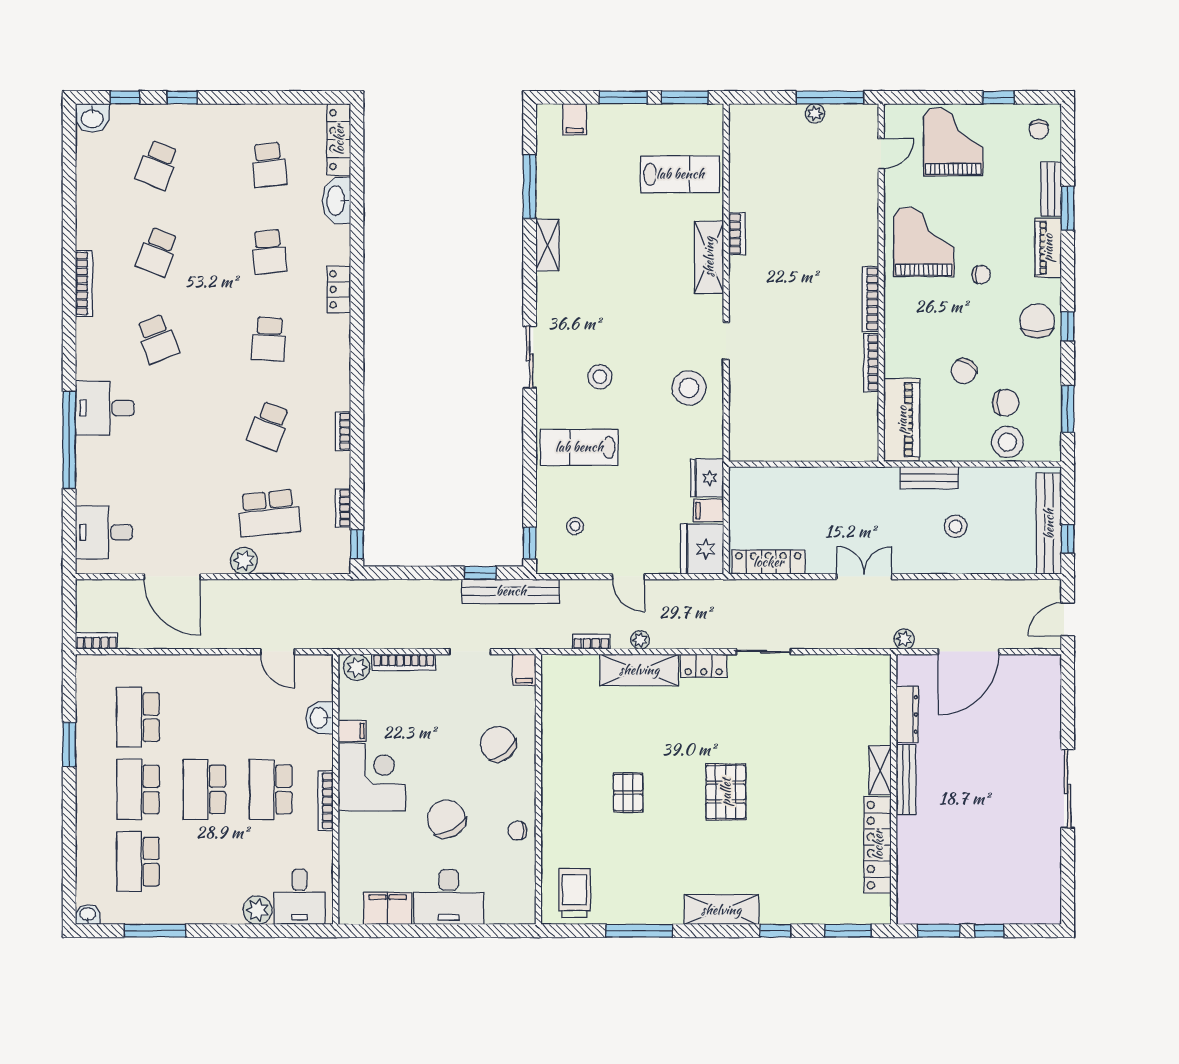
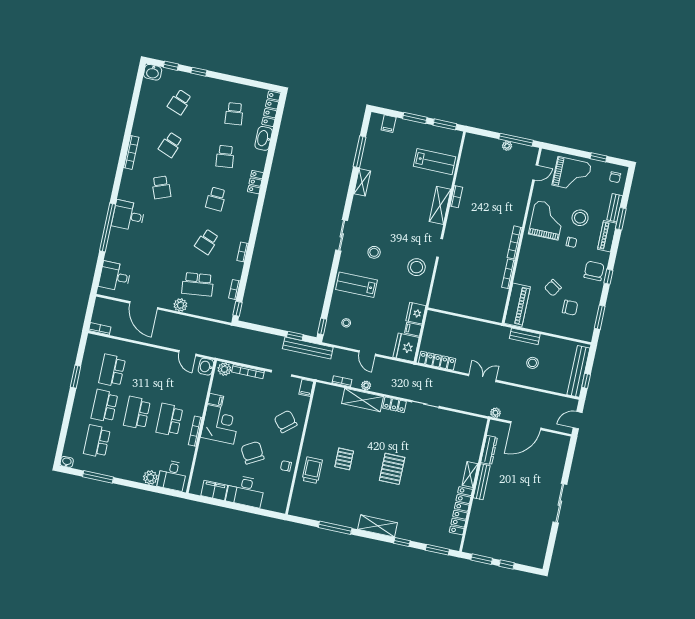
grand piano: (953, 142) -> (572, 174), turned 90
stool: (1007, 442) -> (580, 218), moved
washbasin: (320, 718) -> (206, 367), moved
trolley: (575, 893) -> (312, 470), moved

